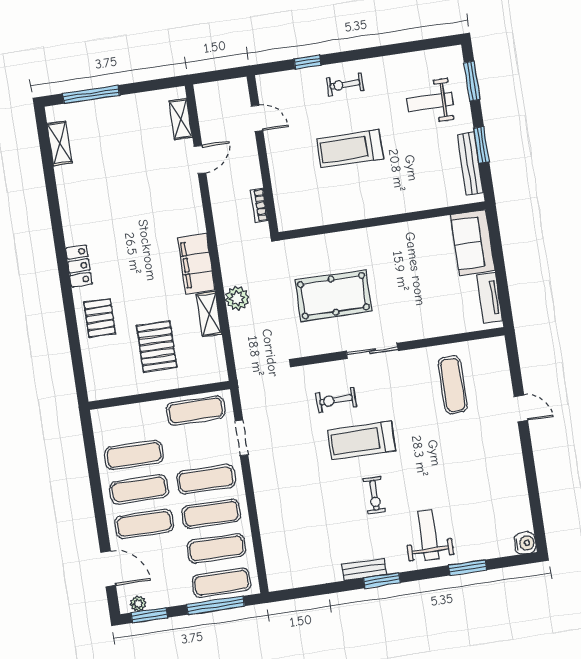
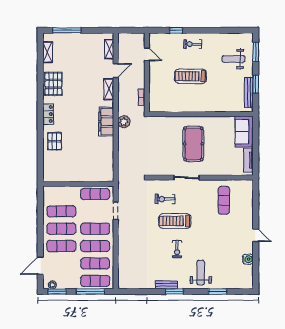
pool table: (333, 296) -> (193, 144), moved, turned 90
plant: (237, 298) -> (124, 122), moved
shelving: (209, 314) -> (109, 89), moved
pallet: (157, 346) -> (53, 84), moved
door: (521, 408) -> (256, 235), moved
water cooler: (525, 543) -> (248, 259), moved
door: (108, 569) -> (40, 266), swing flipped

